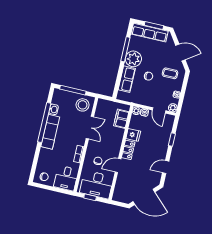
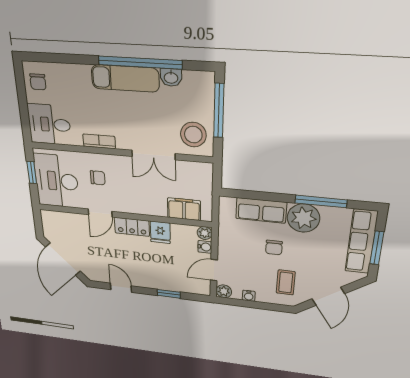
door: (118, 166) -> (100, 213), swing flipped

